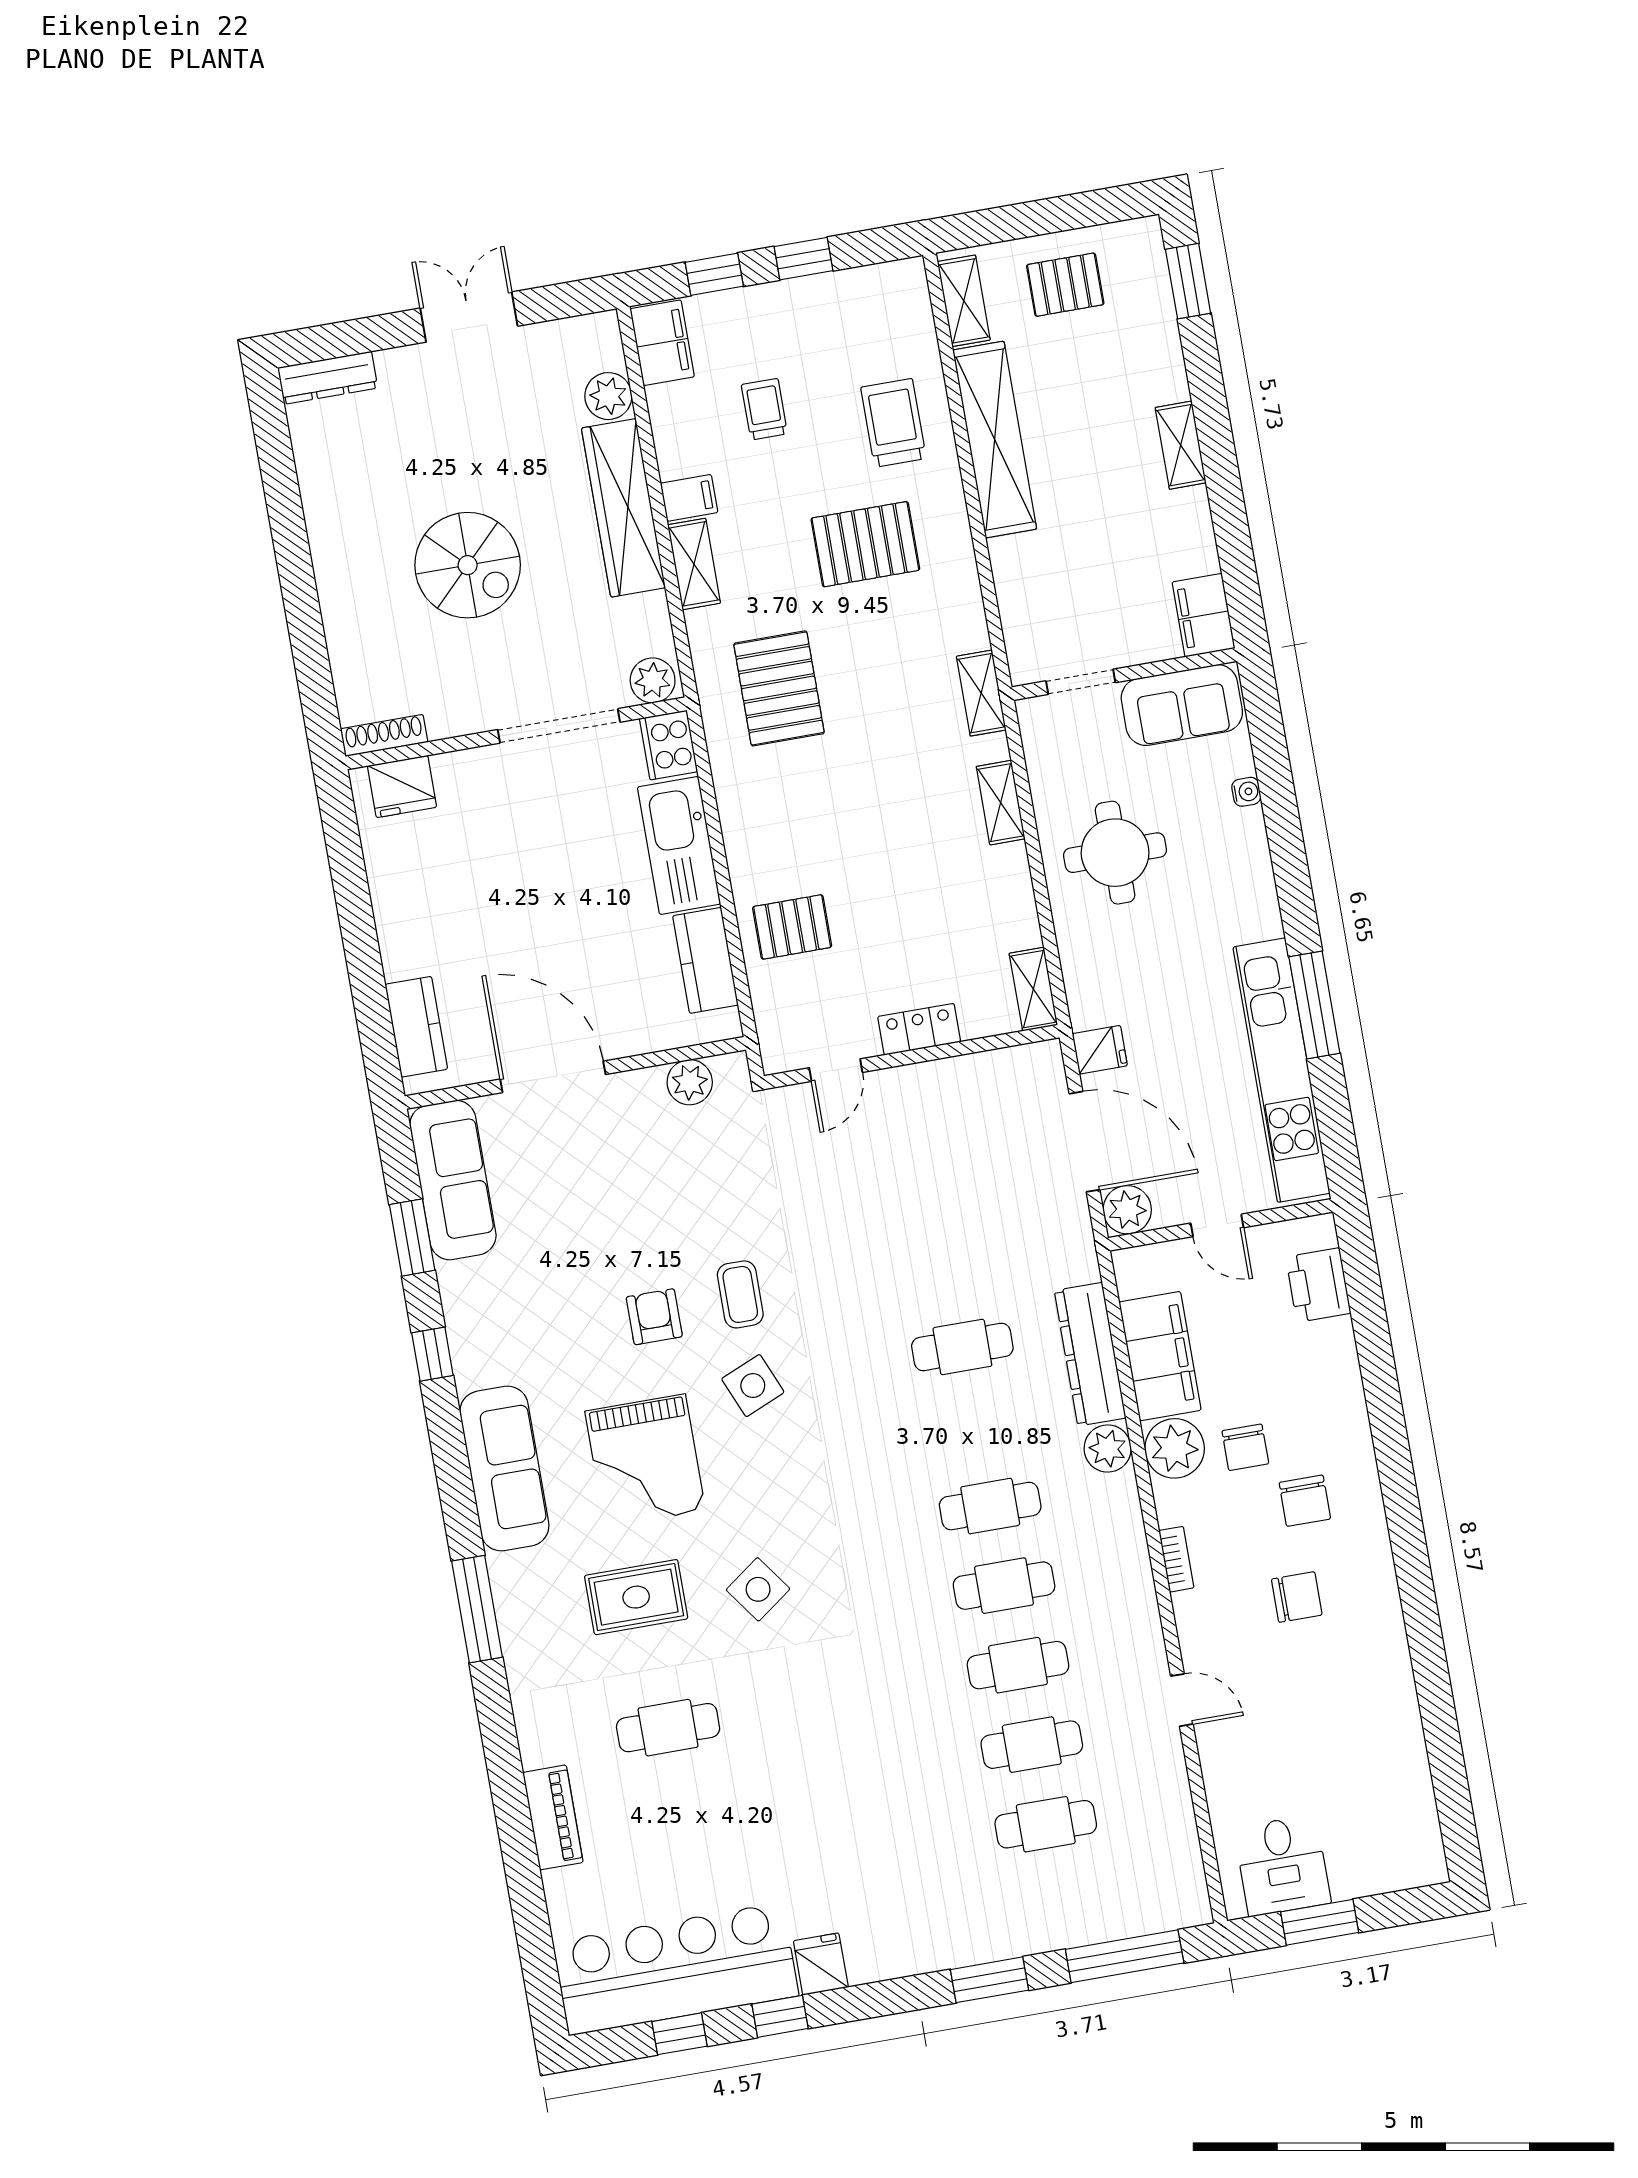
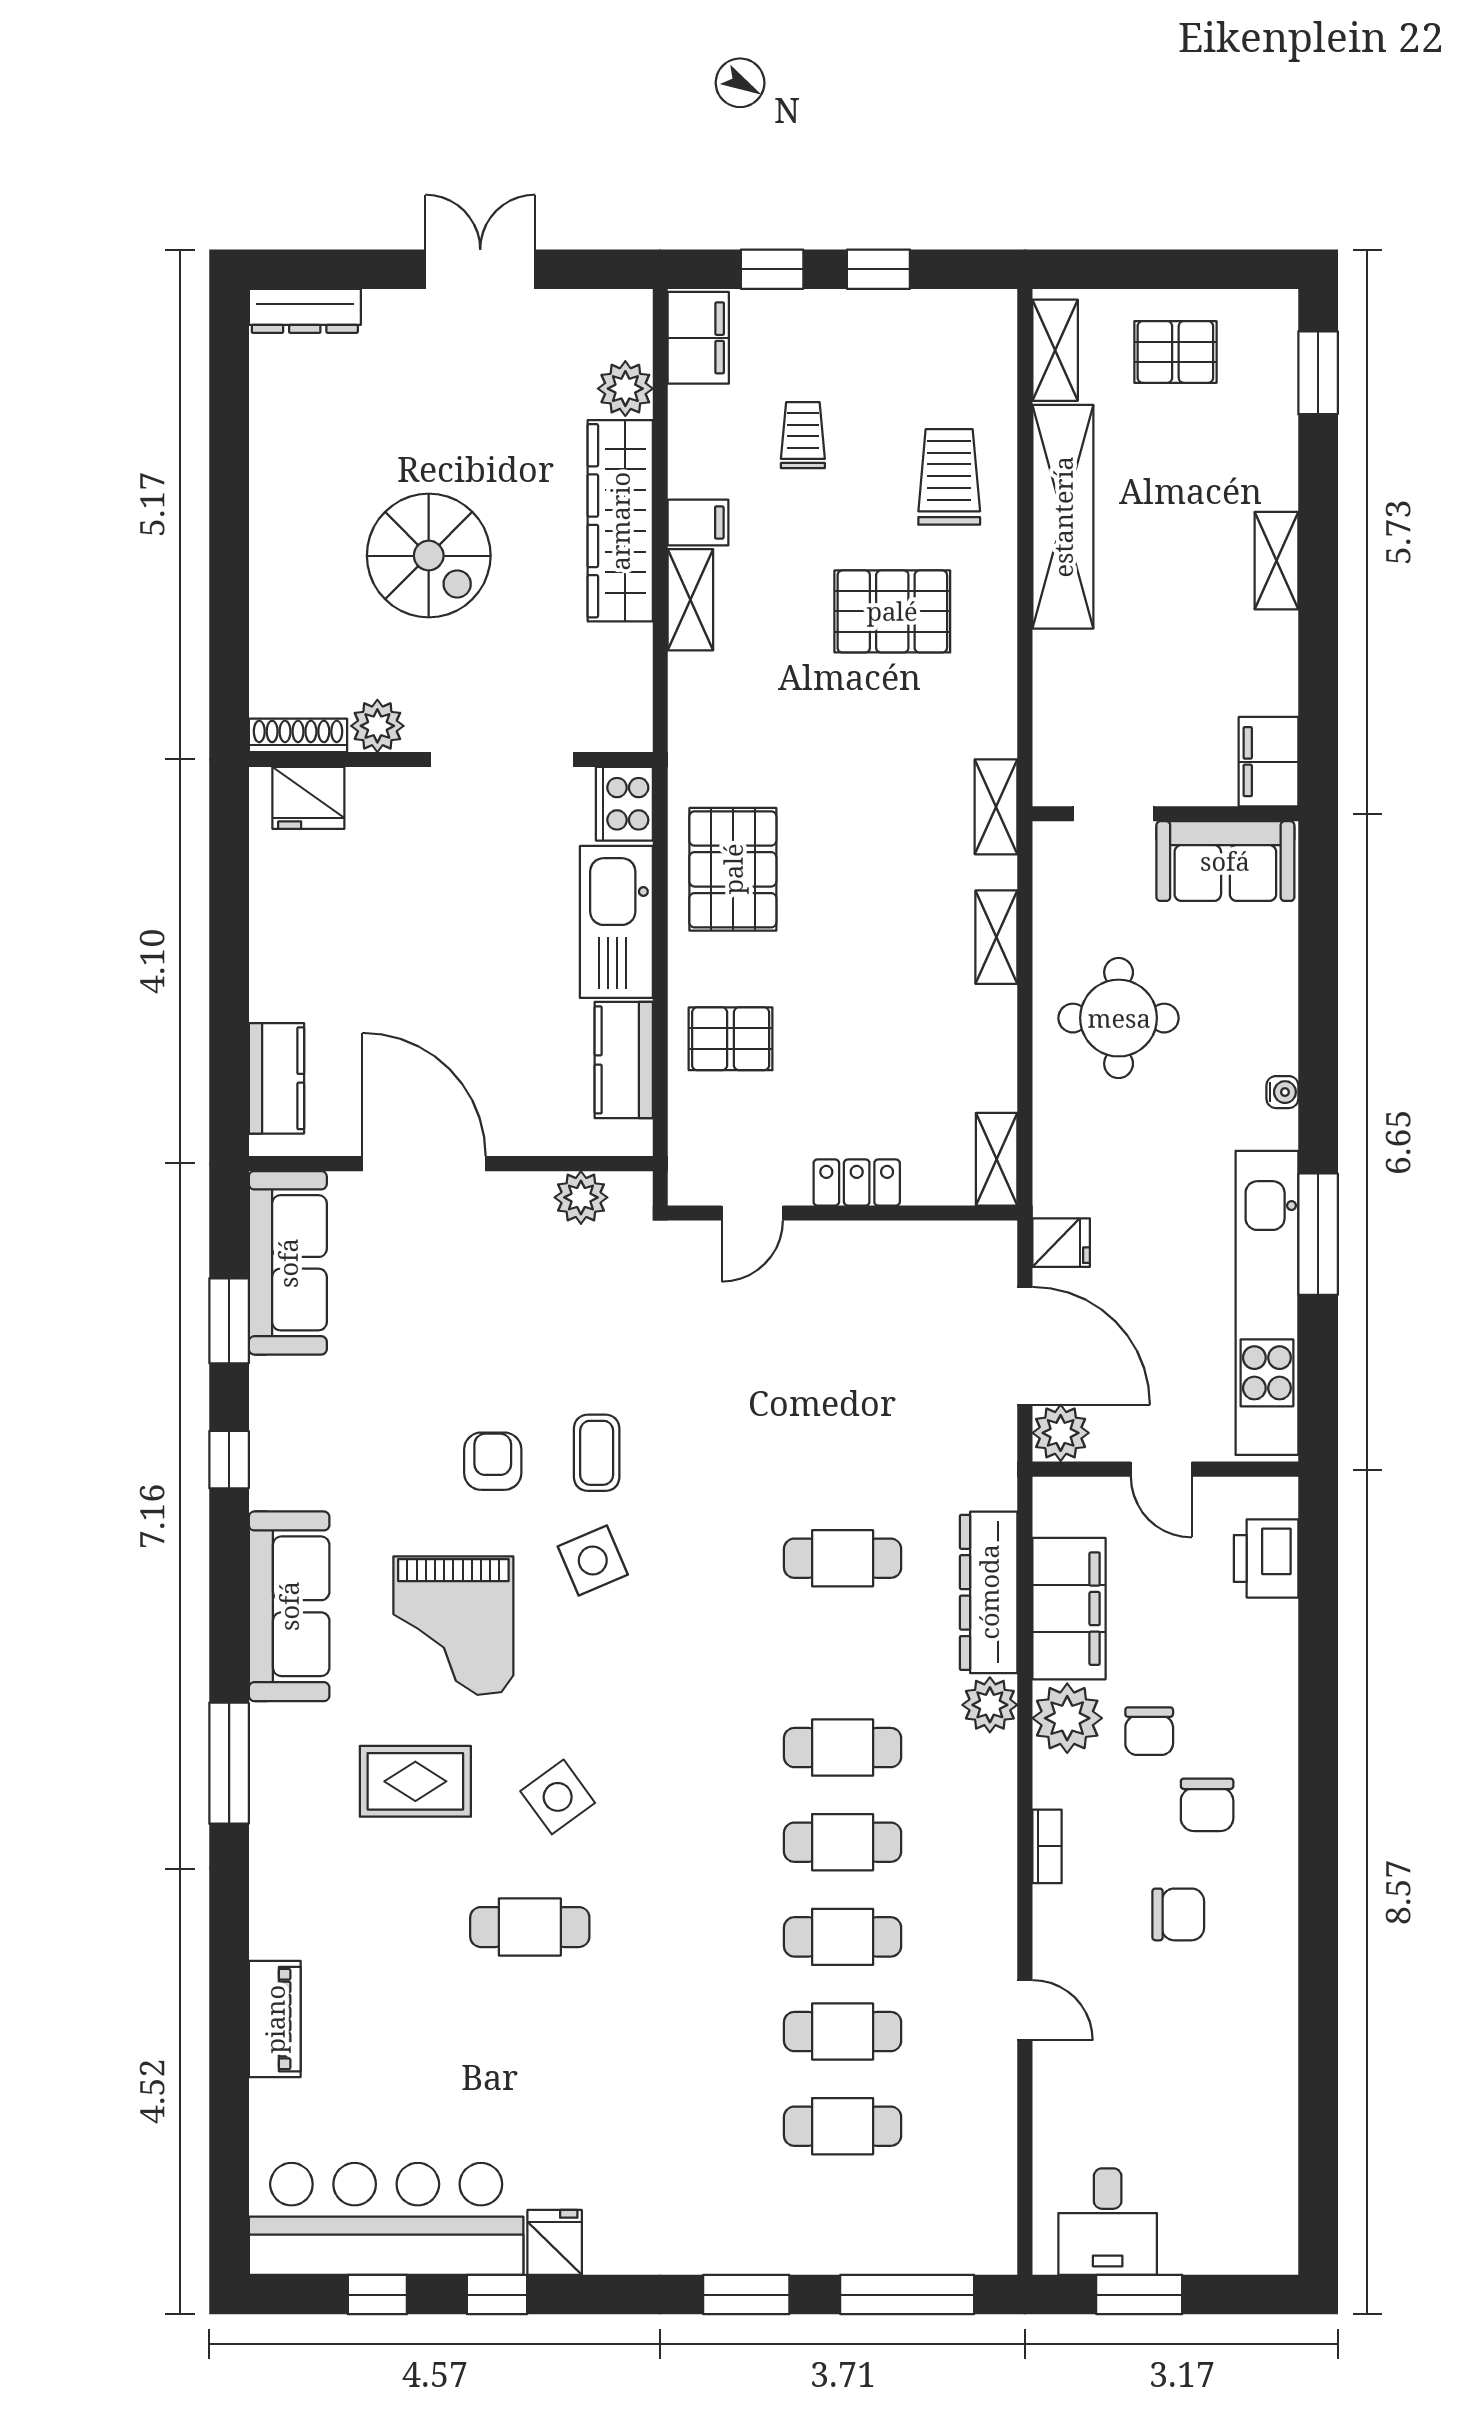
plant: (653, 680) -> (377, 726), moved
pallet: (779, 688) -> (733, 869), moved
water cooler: (1246, 792) -> (1282, 1092), moved
cafe table: (668, 1728) -> (530, 1927), moved

